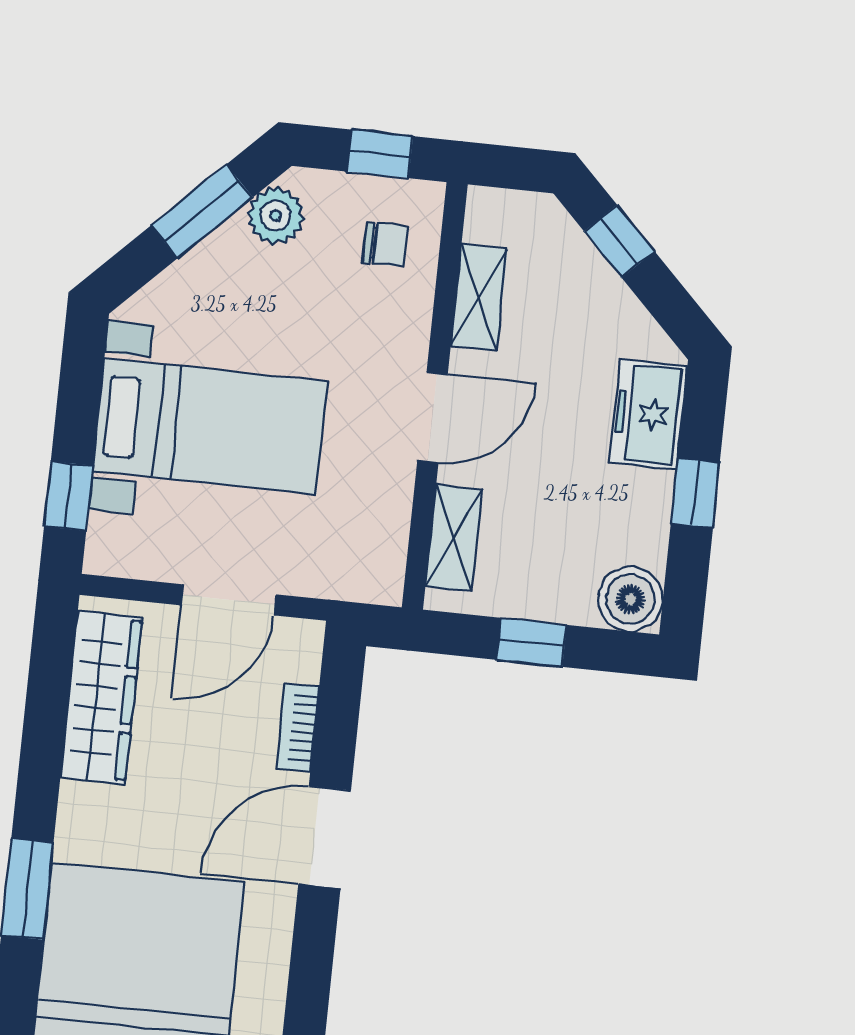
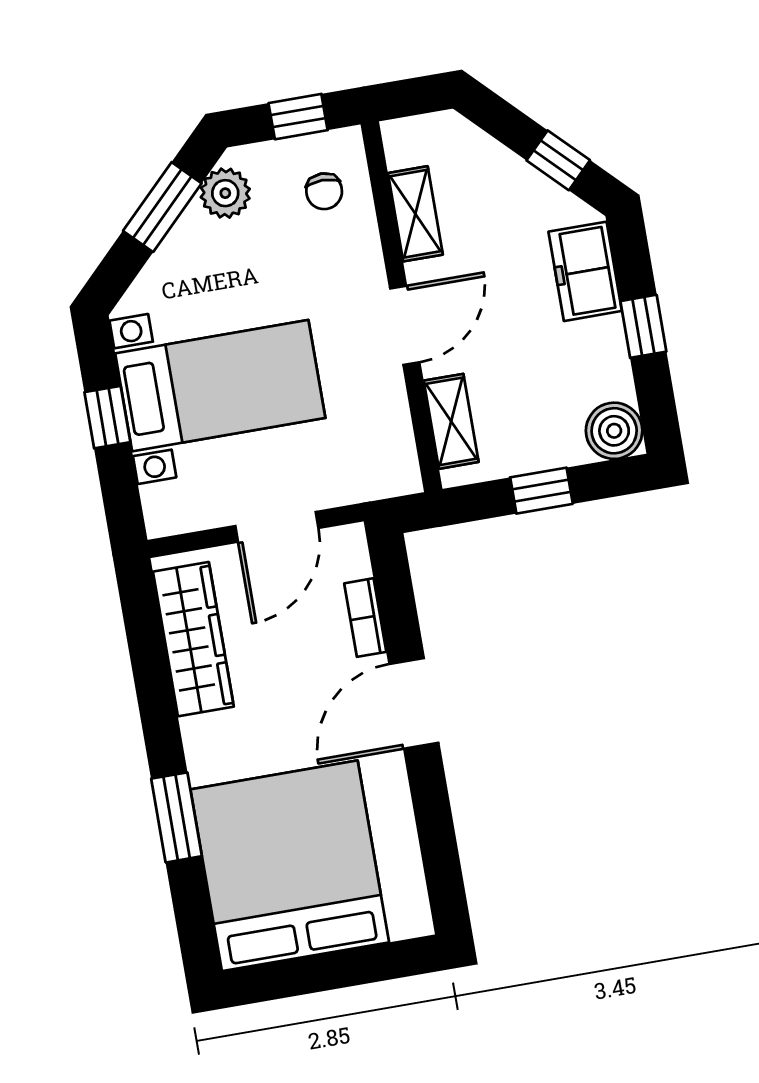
window: (619, 241) -> (558, 160), moved
chair: (385, 244) -> (324, 191), turned 90
window: (68, 496) -> (107, 417), moved

